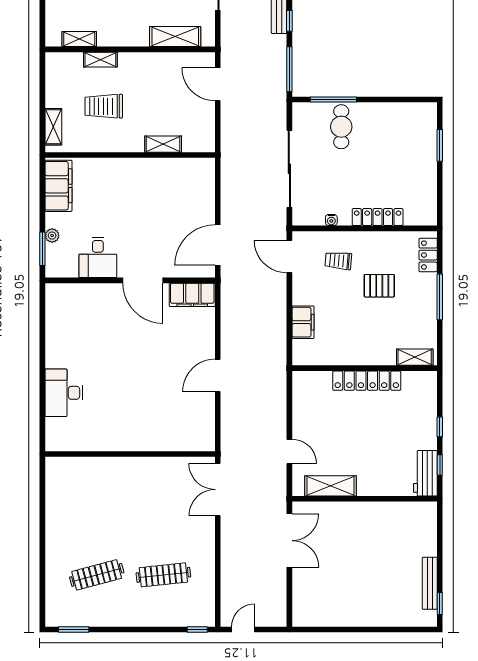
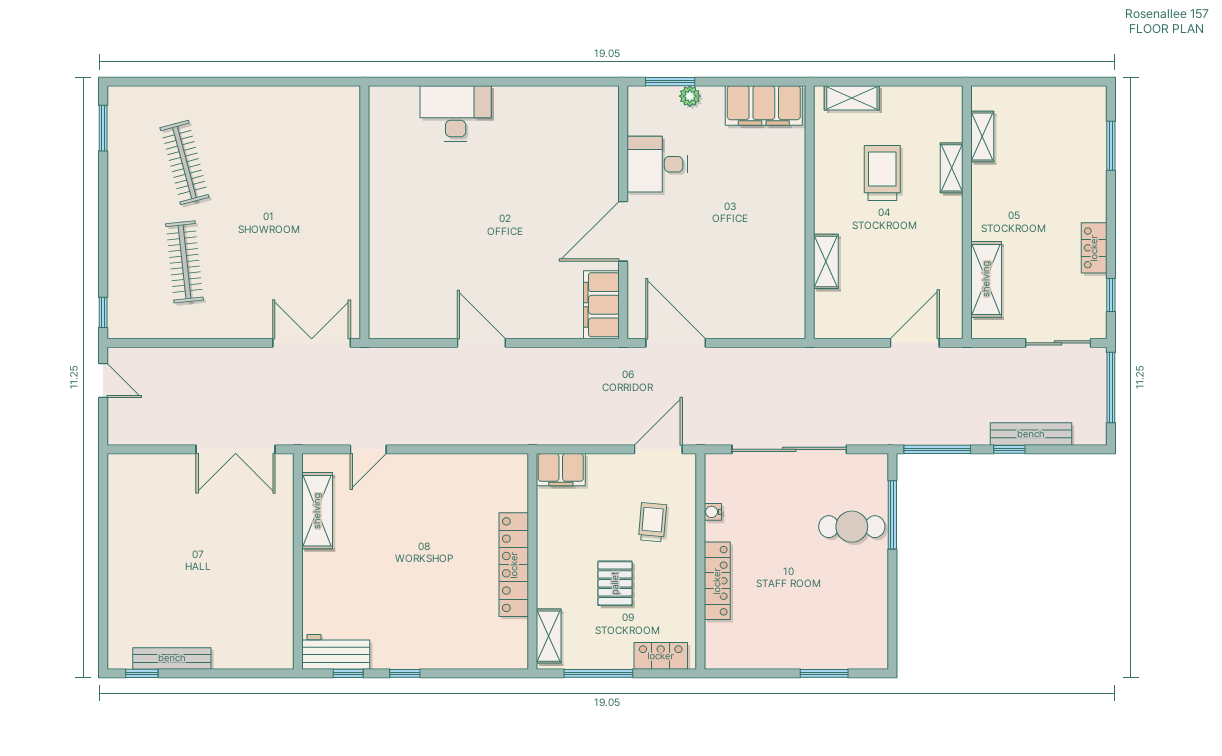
shelving: (415, 357) -> (549, 636), moved
wall: (365, 368) -> (532, 561), moved
locker: (367, 381) -> (514, 565), moved

